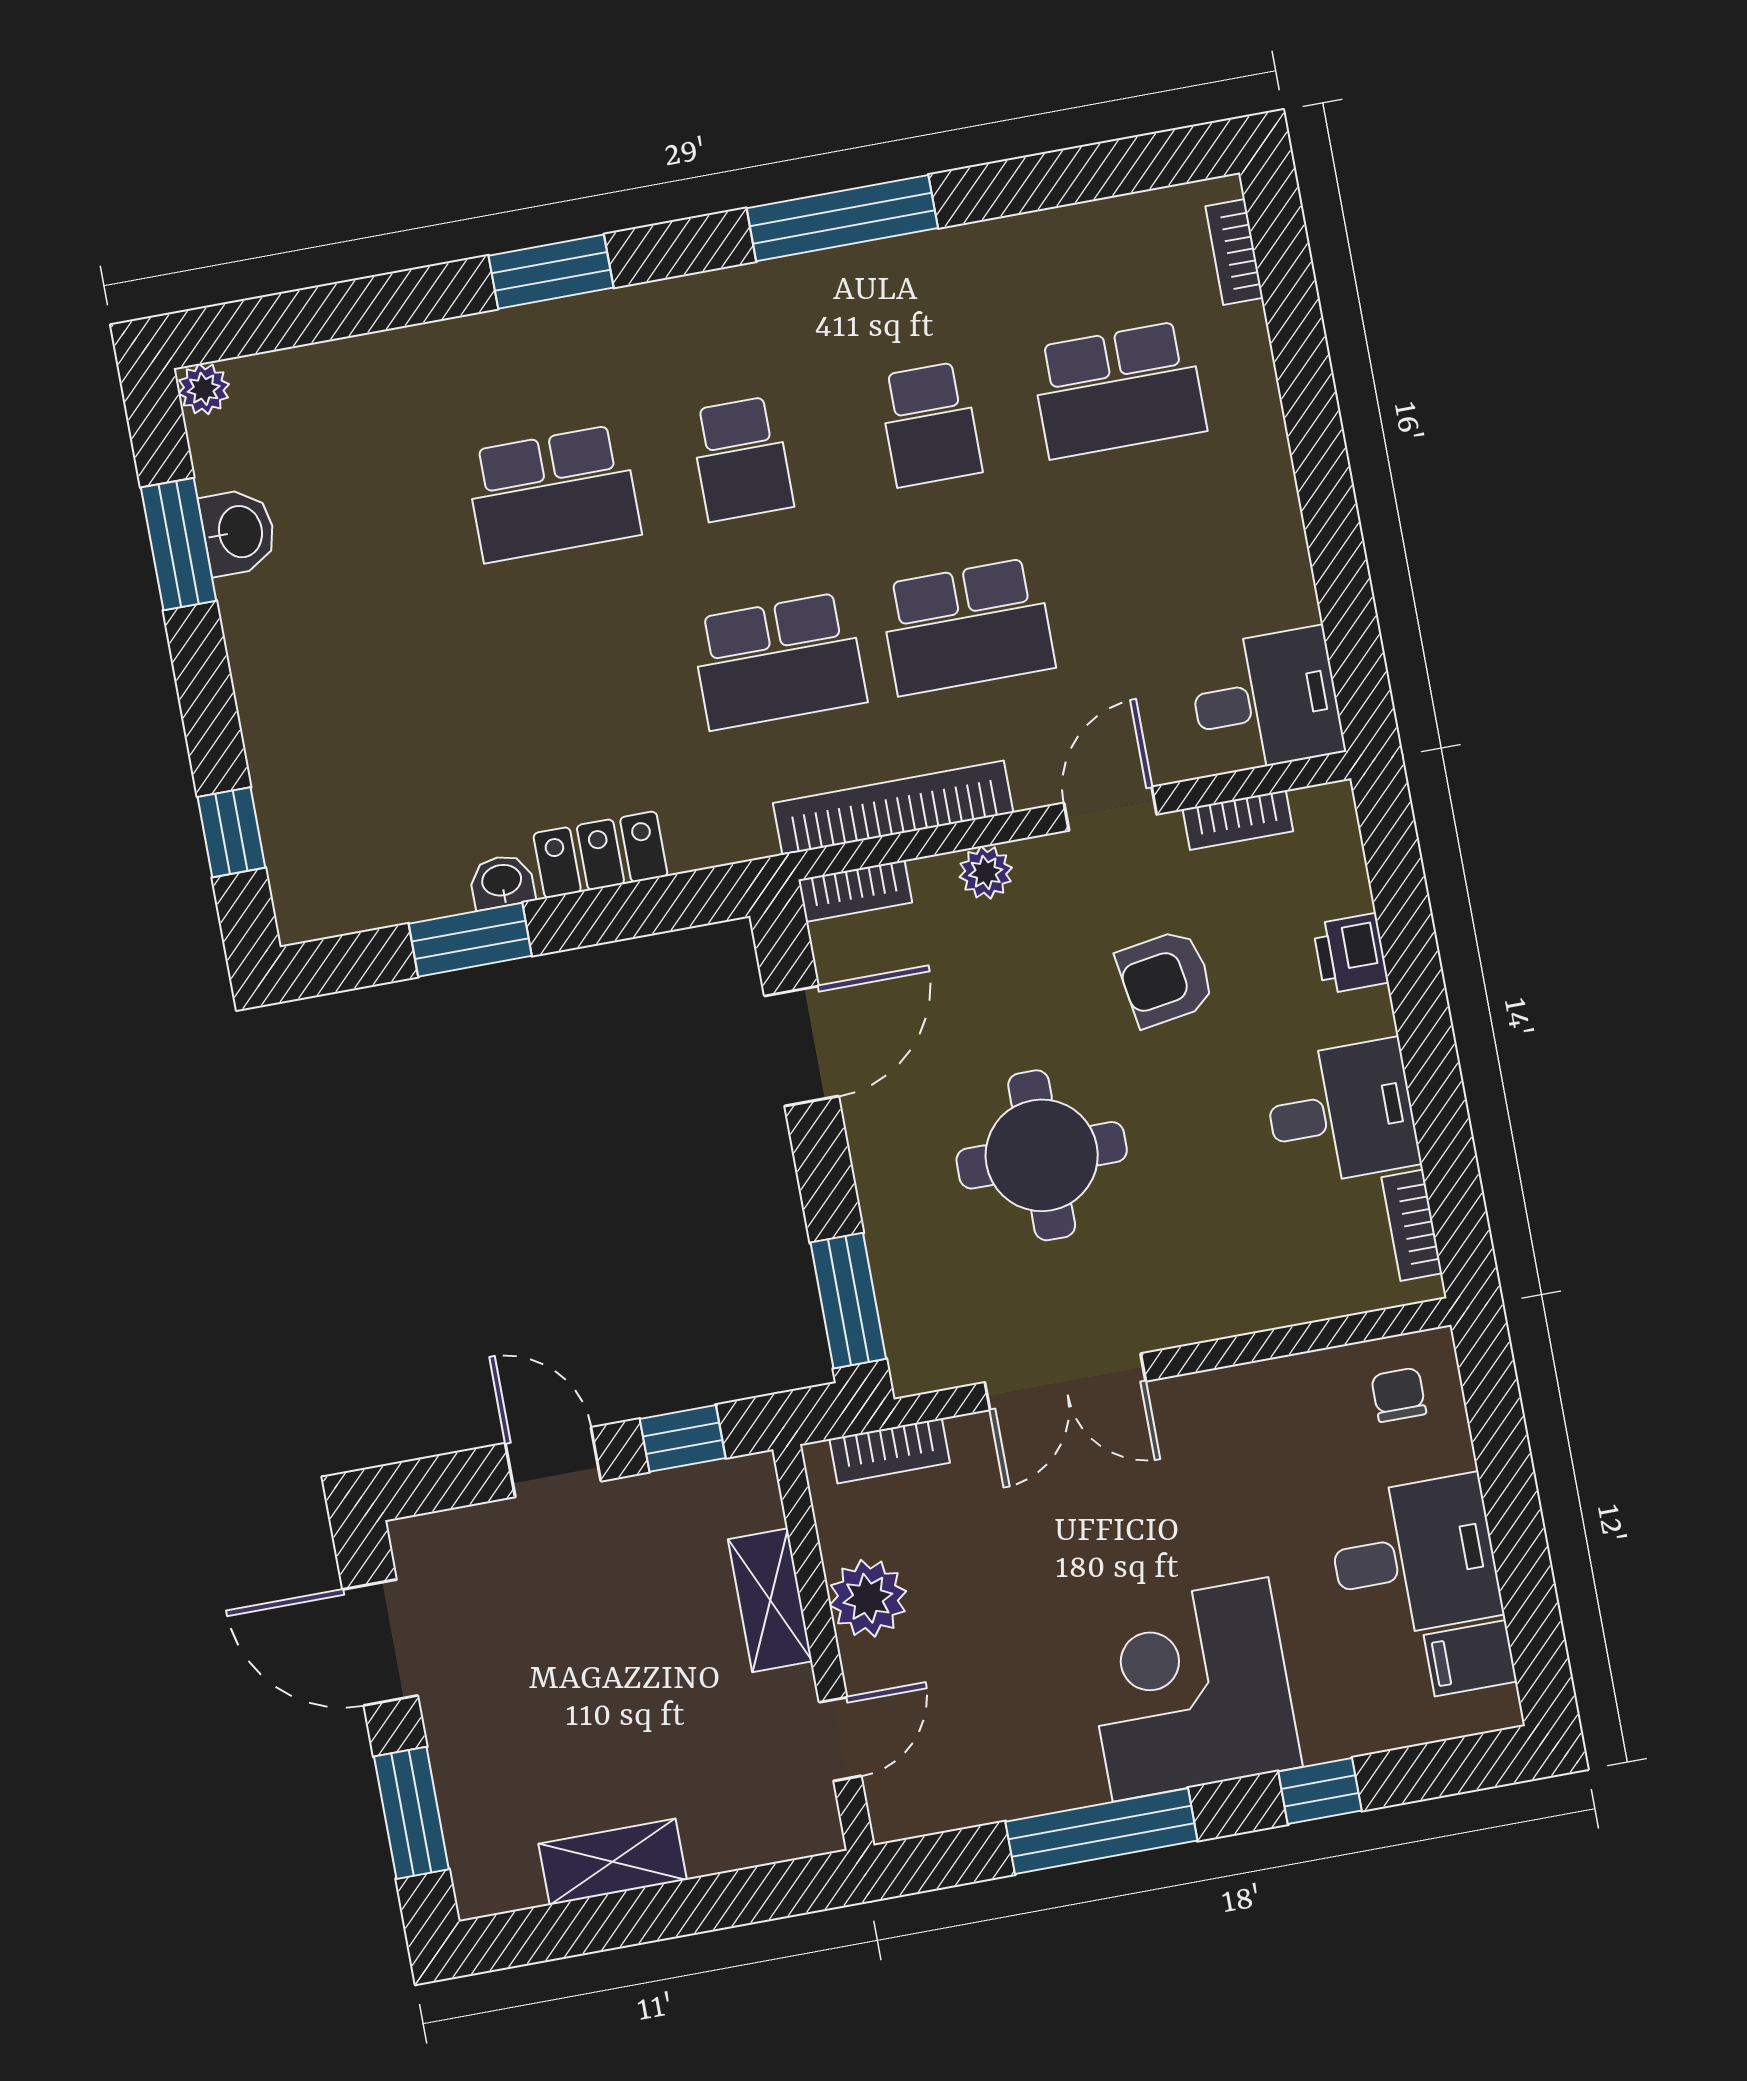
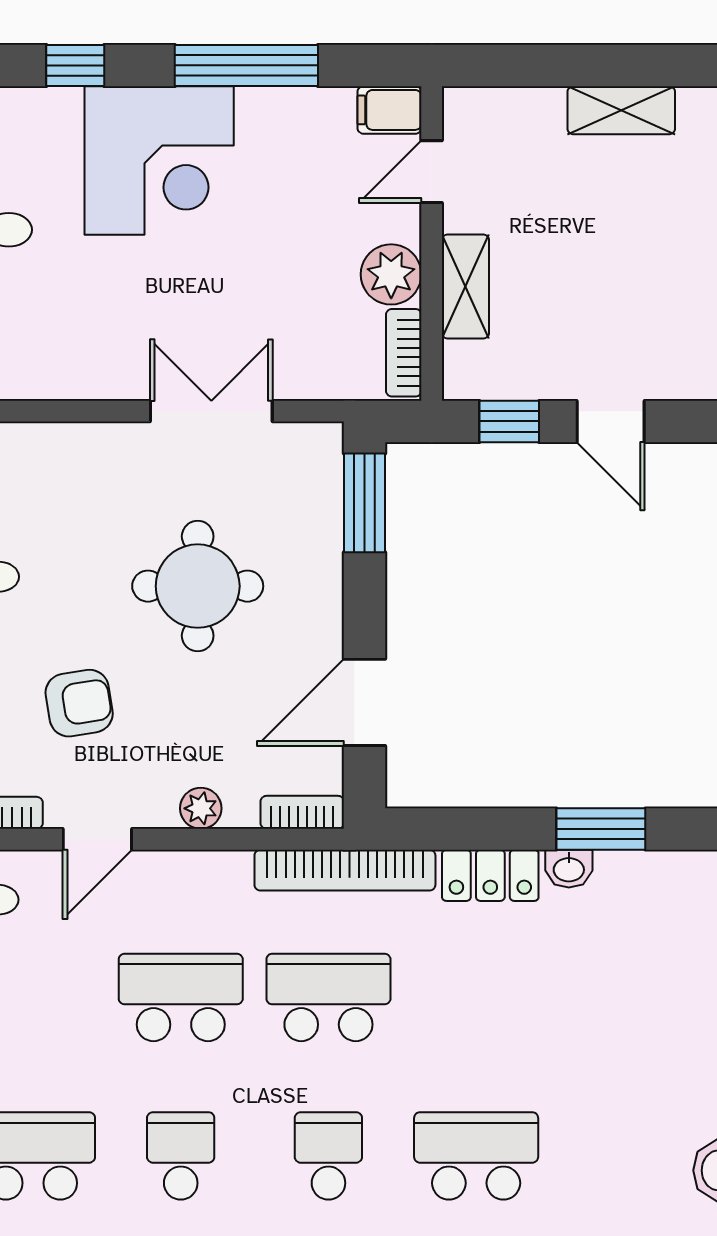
bookcase: (893, 808) -> (345, 870), moved
bookcase: (890, 1451) -> (404, 353), moved, turned -90
filing cabinet: (908, 1808) -> (389, 110), added

